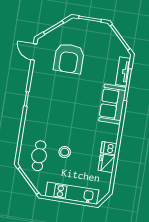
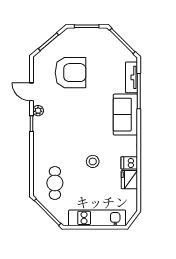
door: (34, 52) -> (31, 92), moved
armchair: (69, 58) -> (71, 73), turned -90
plant: (34, 88) -> (38, 111), added
stool: (65, 152) -> (93, 161), moved

